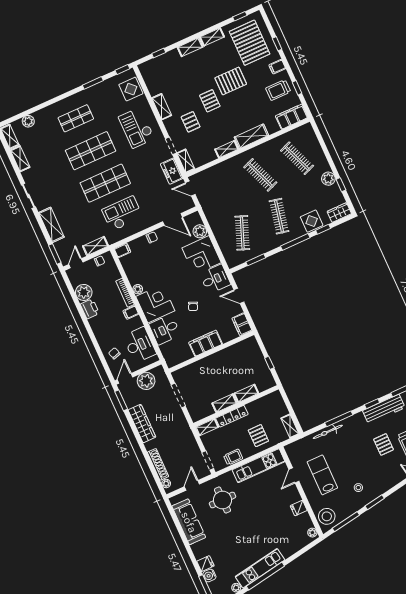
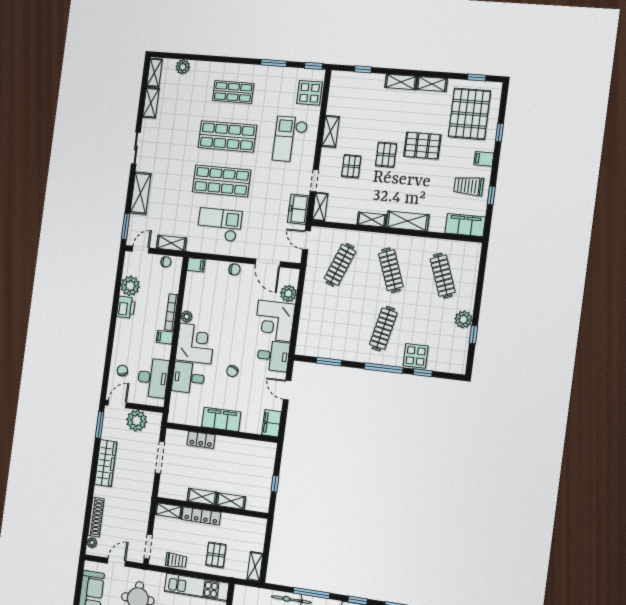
wardrobe: (339, 213) -> (452, 365), removed
clothes rail: (242, 233) -> (340, 265), moved
locker: (200, 366) -> (201, 440), added

